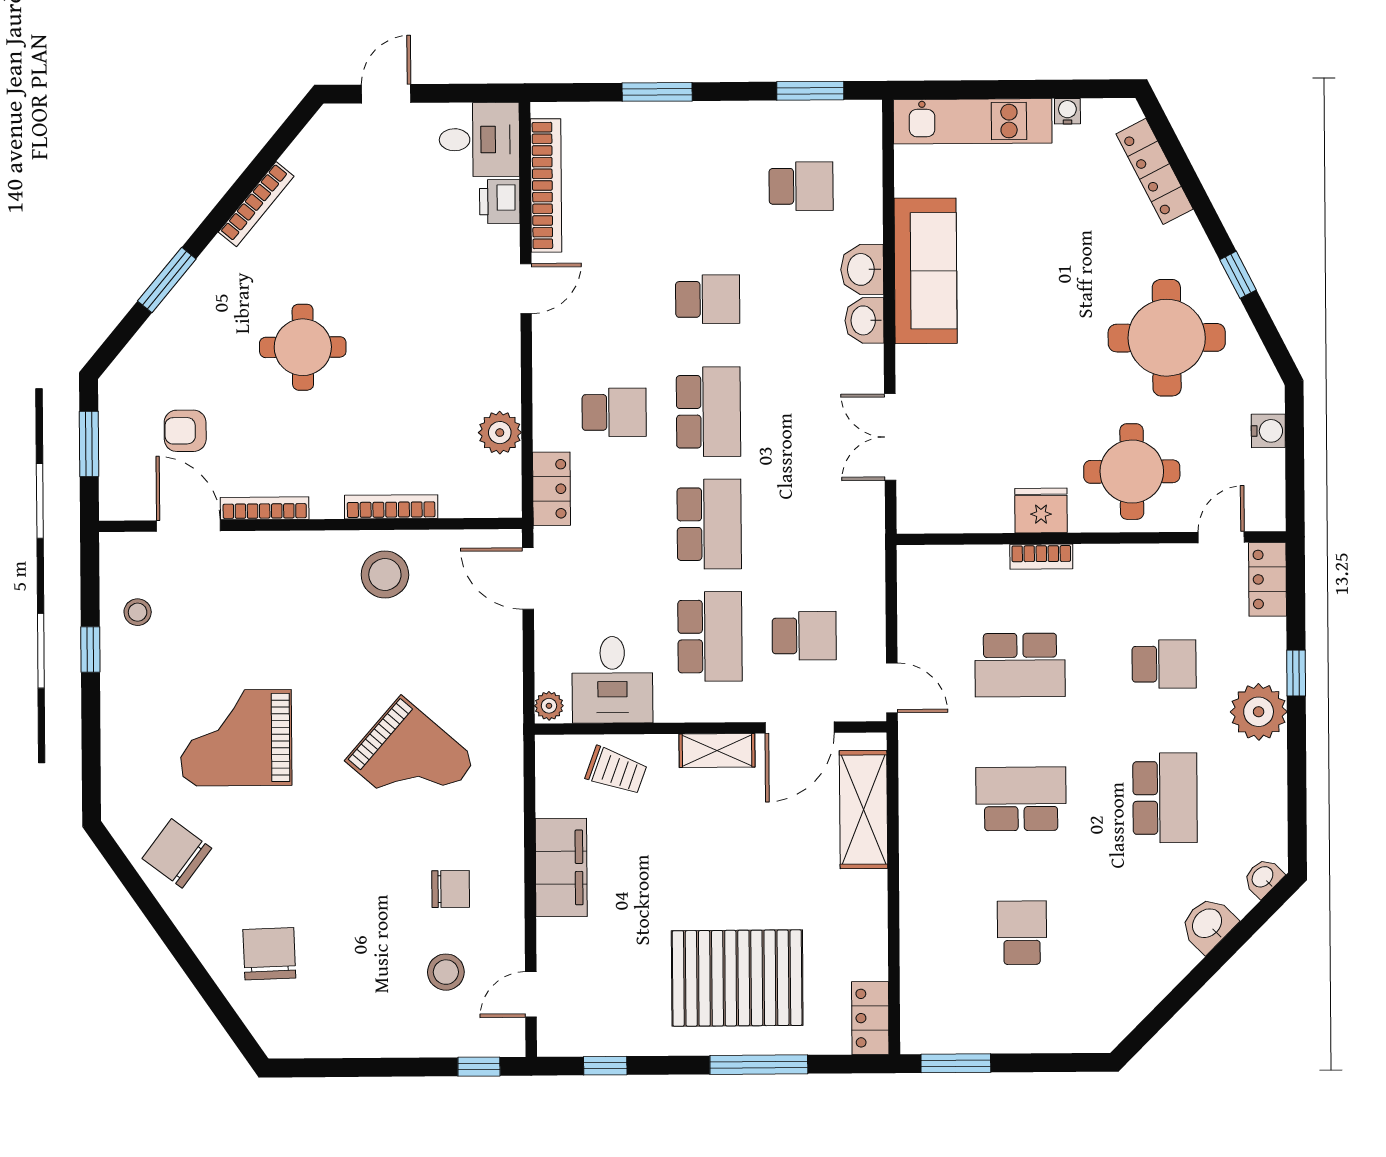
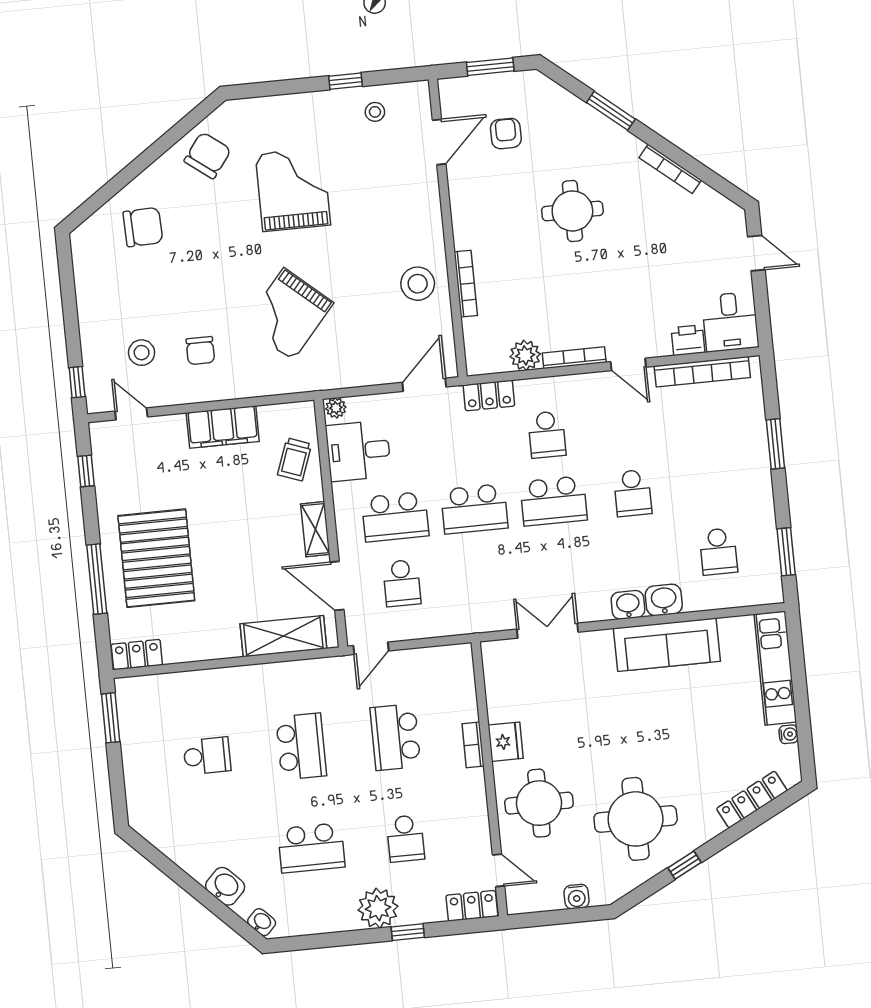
bookcase: (265, 508) -> (574, 358), moved, turned -90

